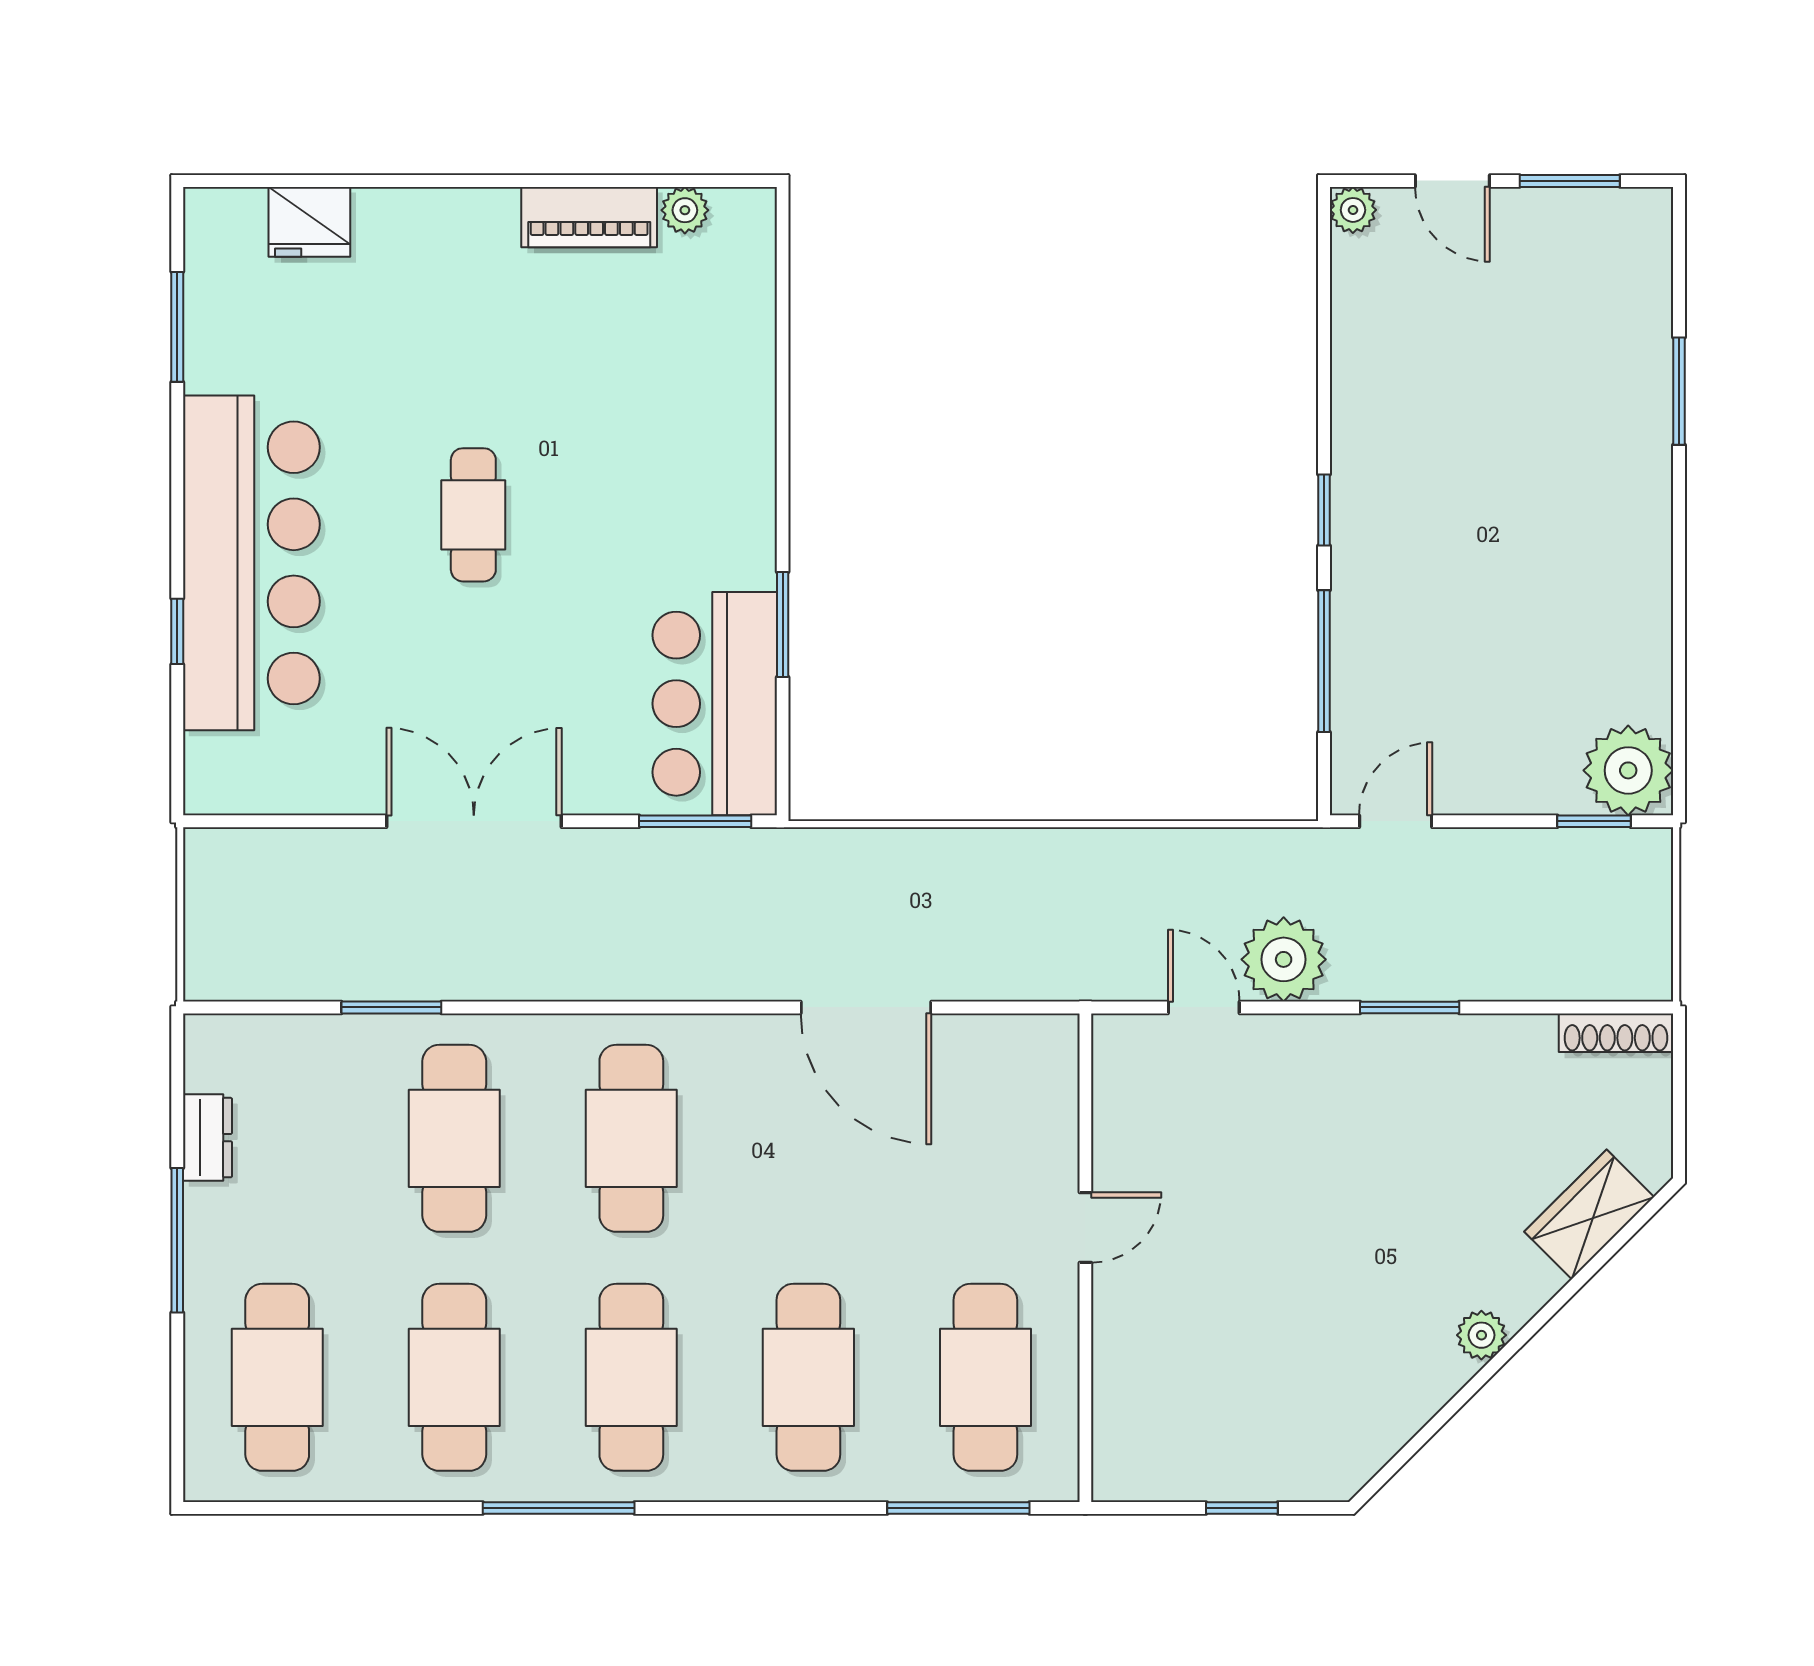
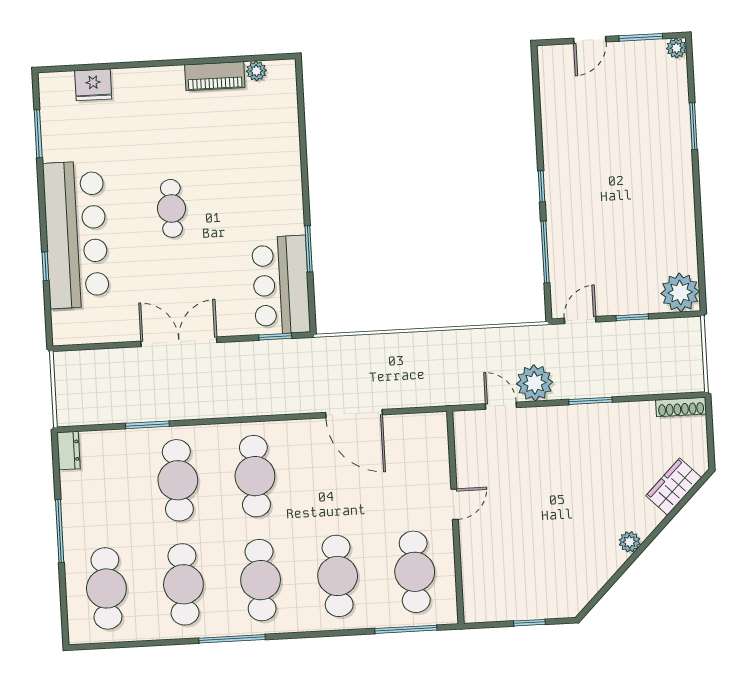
door: (1452, 181) -> (590, 40), hinge flipped
plant: (1353, 210) -> (676, 48), moved
window: (695, 821) -> (275, 337), width x0.67
window: (1594, 821) -> (632, 317), moved
dresser: (208, 1138) -> (69, 451), moved

